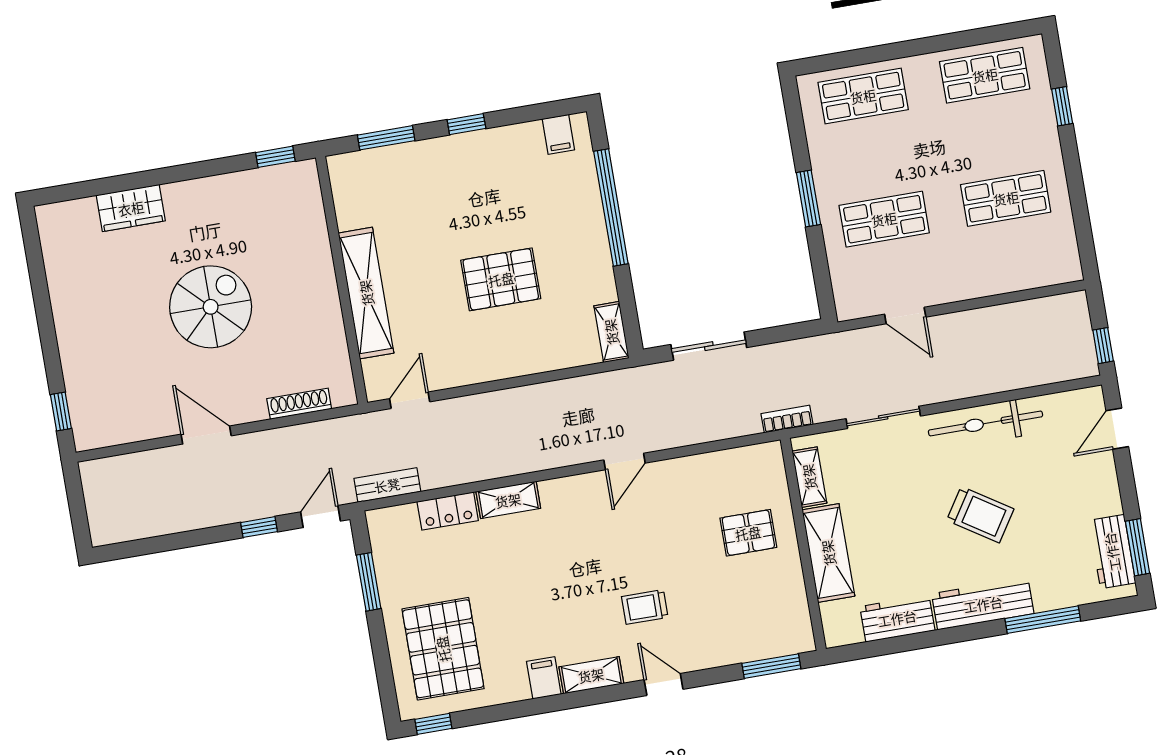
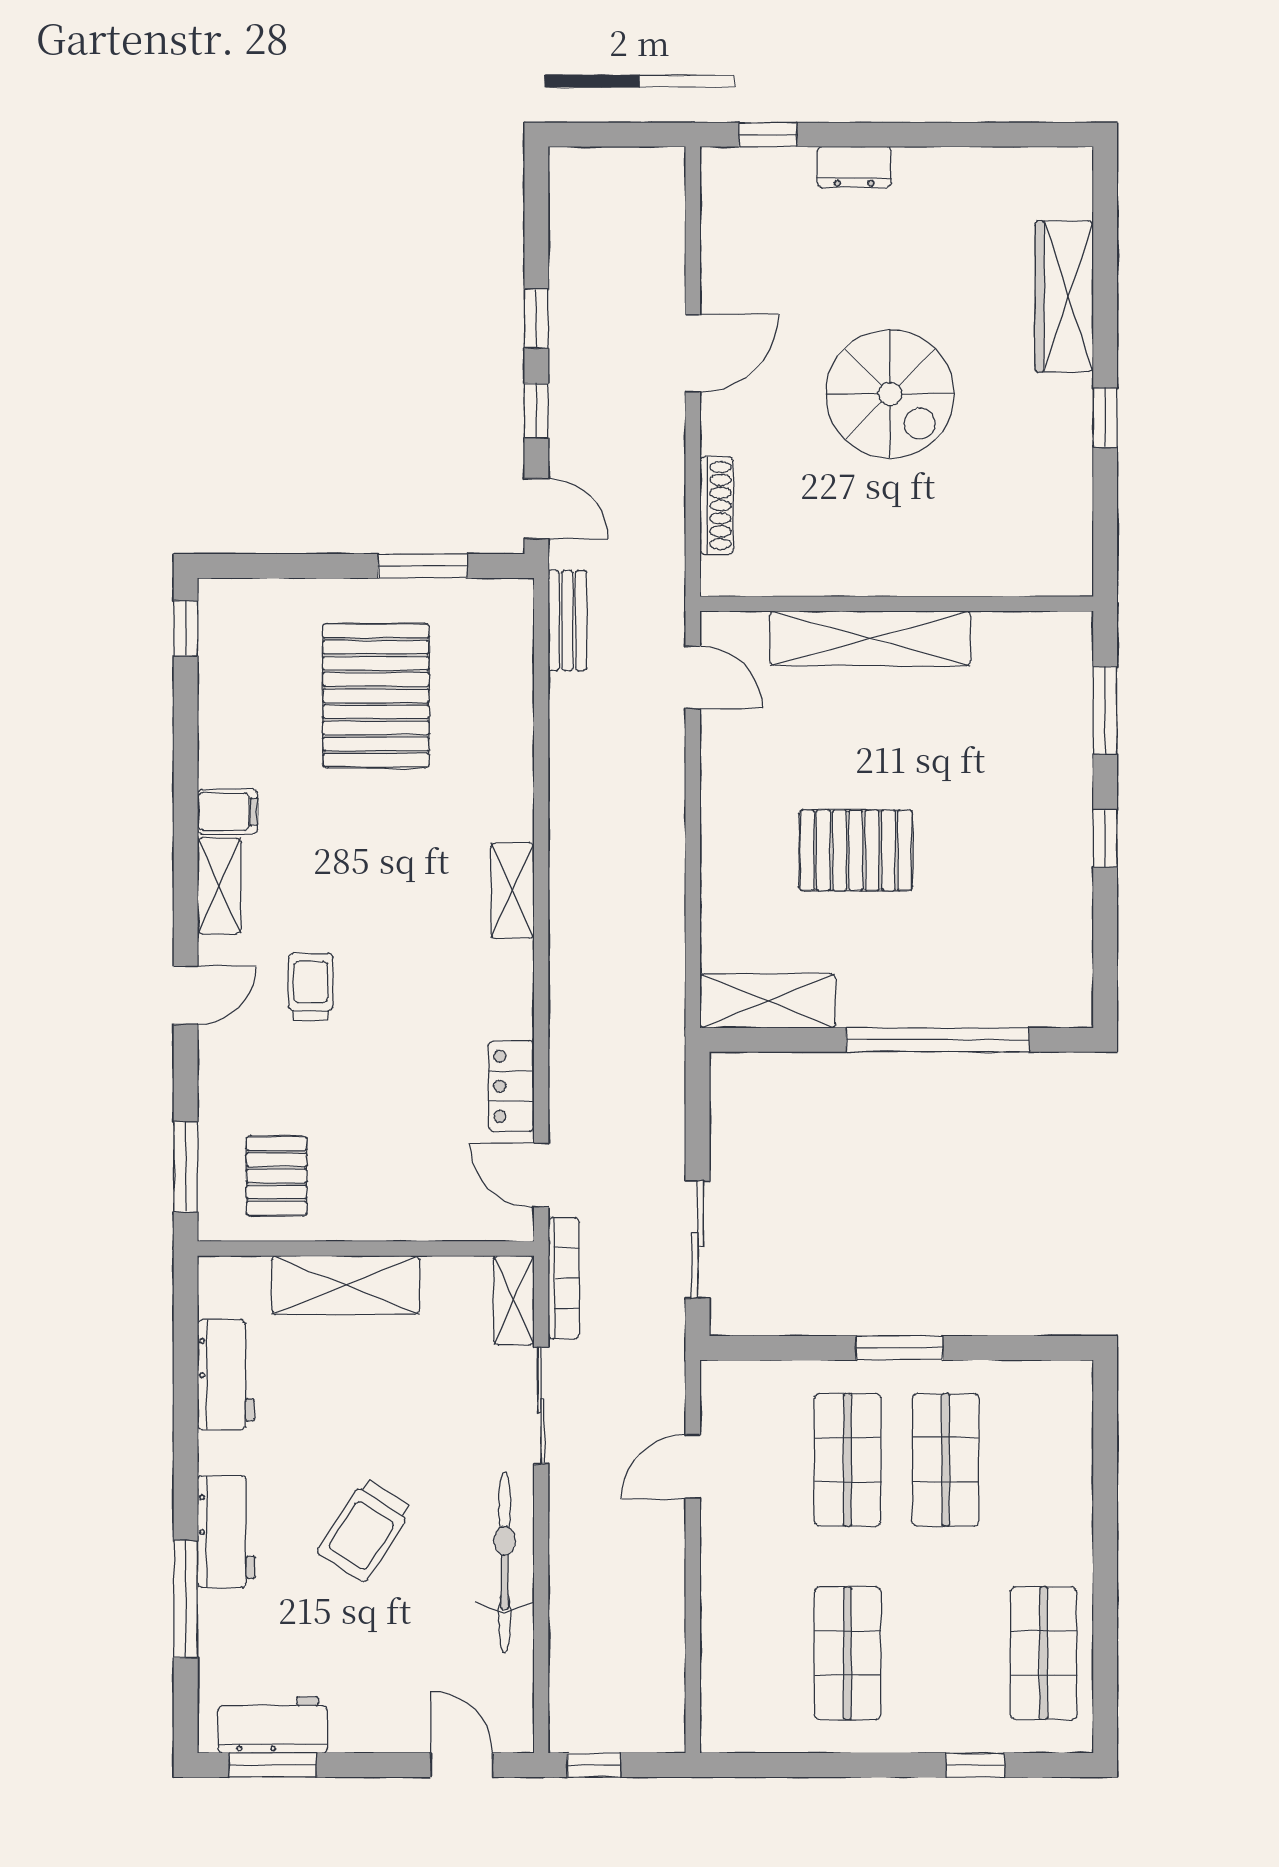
shop shelf: (863, 96) -> (946, 1460), moved
filing cabinet: (558, 134) -> (1065, 978), removed
window: (275, 157) -> (1105, 418), moved
wardrobe: (131, 208) -> (1064, 296), width x1.50
pallet: (501, 279) -> (856, 850), turned 90
shelving: (611, 332) -> (768, 1001), width x1.50, depth x1.33
sliding door: (709, 346) -> (698, 1239), moved
dresser: (72, 354) -> (854, 167), added
bookcase: (787, 419) -> (564, 1278), width x1.56
door: (625, 462) -> (541, 1175), moved
shelving: (809, 477) -> (514, 1300), moved, turned 90
shelving: (508, 500) -> (512, 891), moved
locker: (448, 511) -> (511, 1086), moved
pallet: (748, 533) -> (277, 1176), moved
window: (201, 537) -> (536, 319), added
workbench: (983, 604) -> (226, 1531), width x0.73
pallet: (443, 649) -> (376, 696), moved, turned 90

